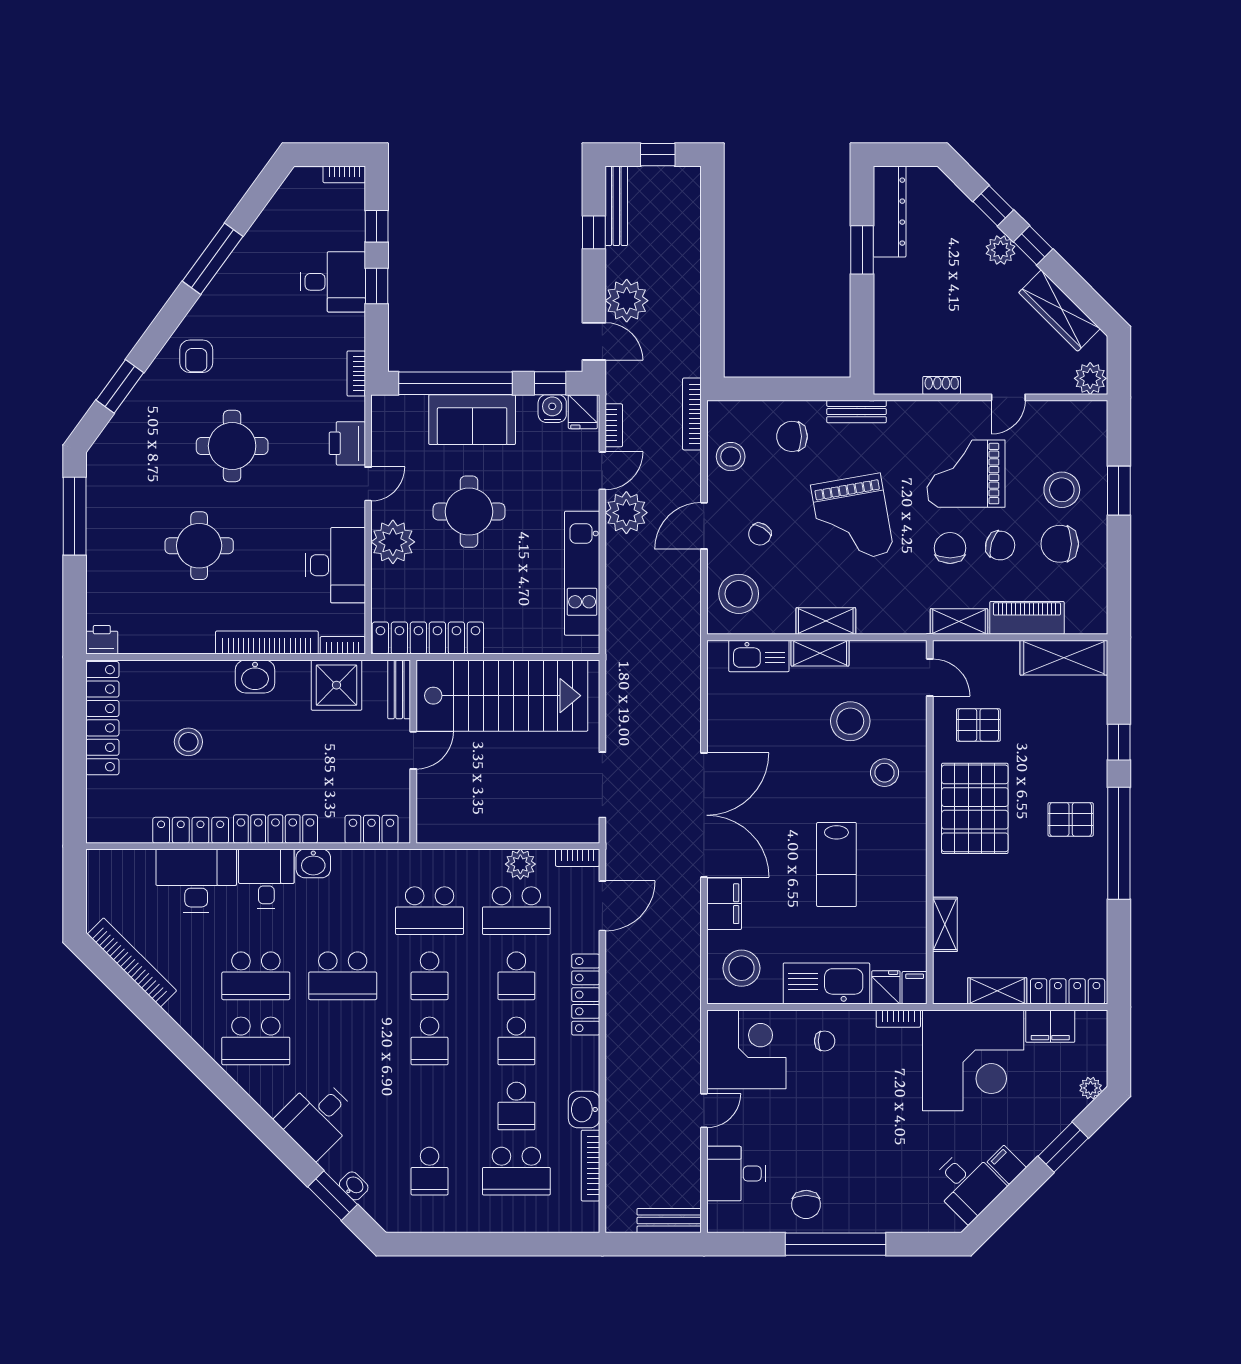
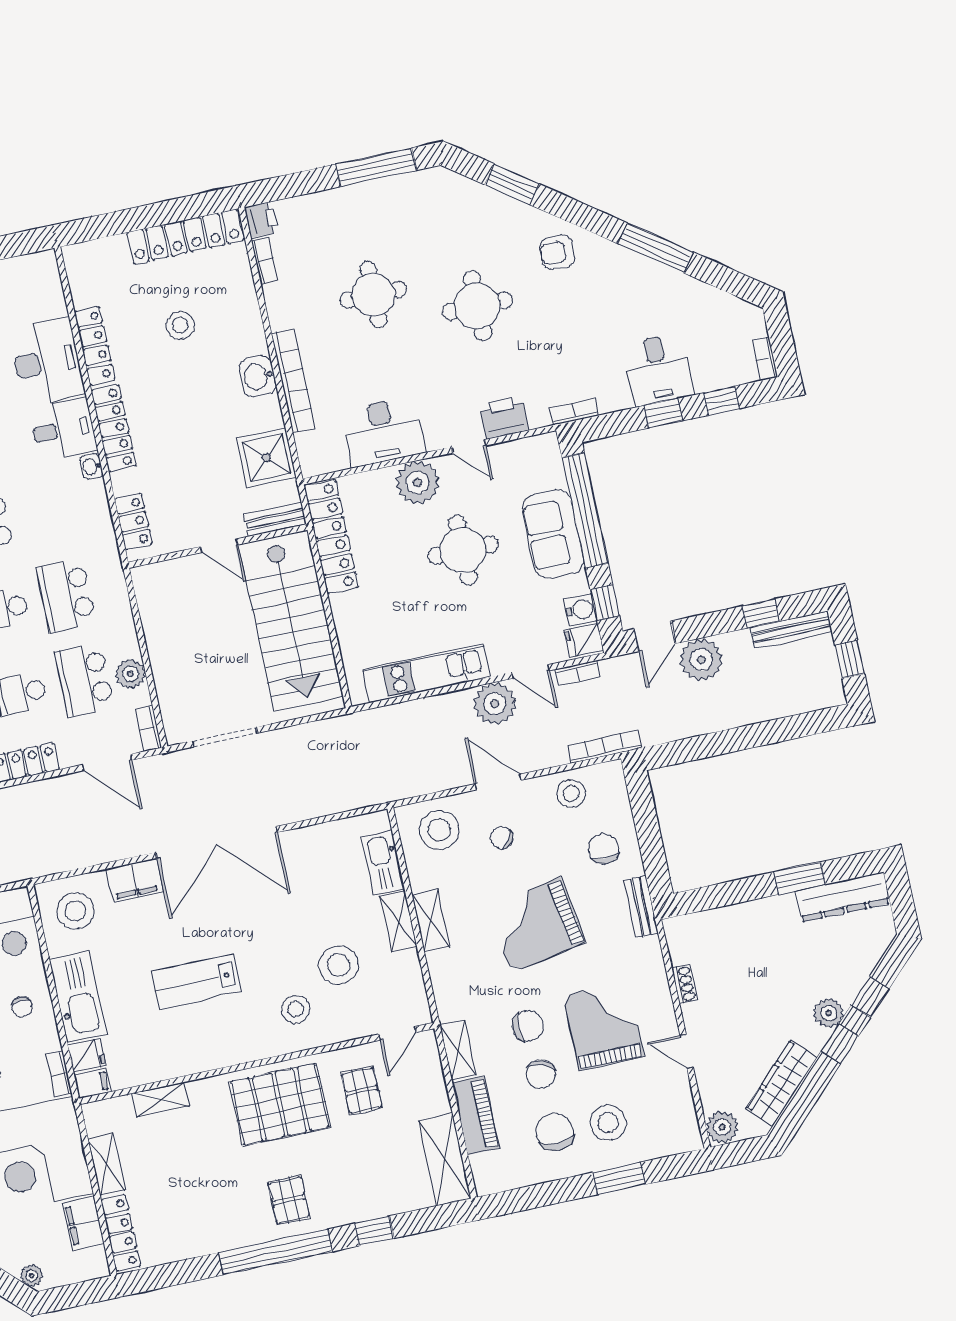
bookcase: (343, 645) -> (265, 260), moved
washbasin: (313, 863) -> (91, 467), width x0.72, depth x0.69

